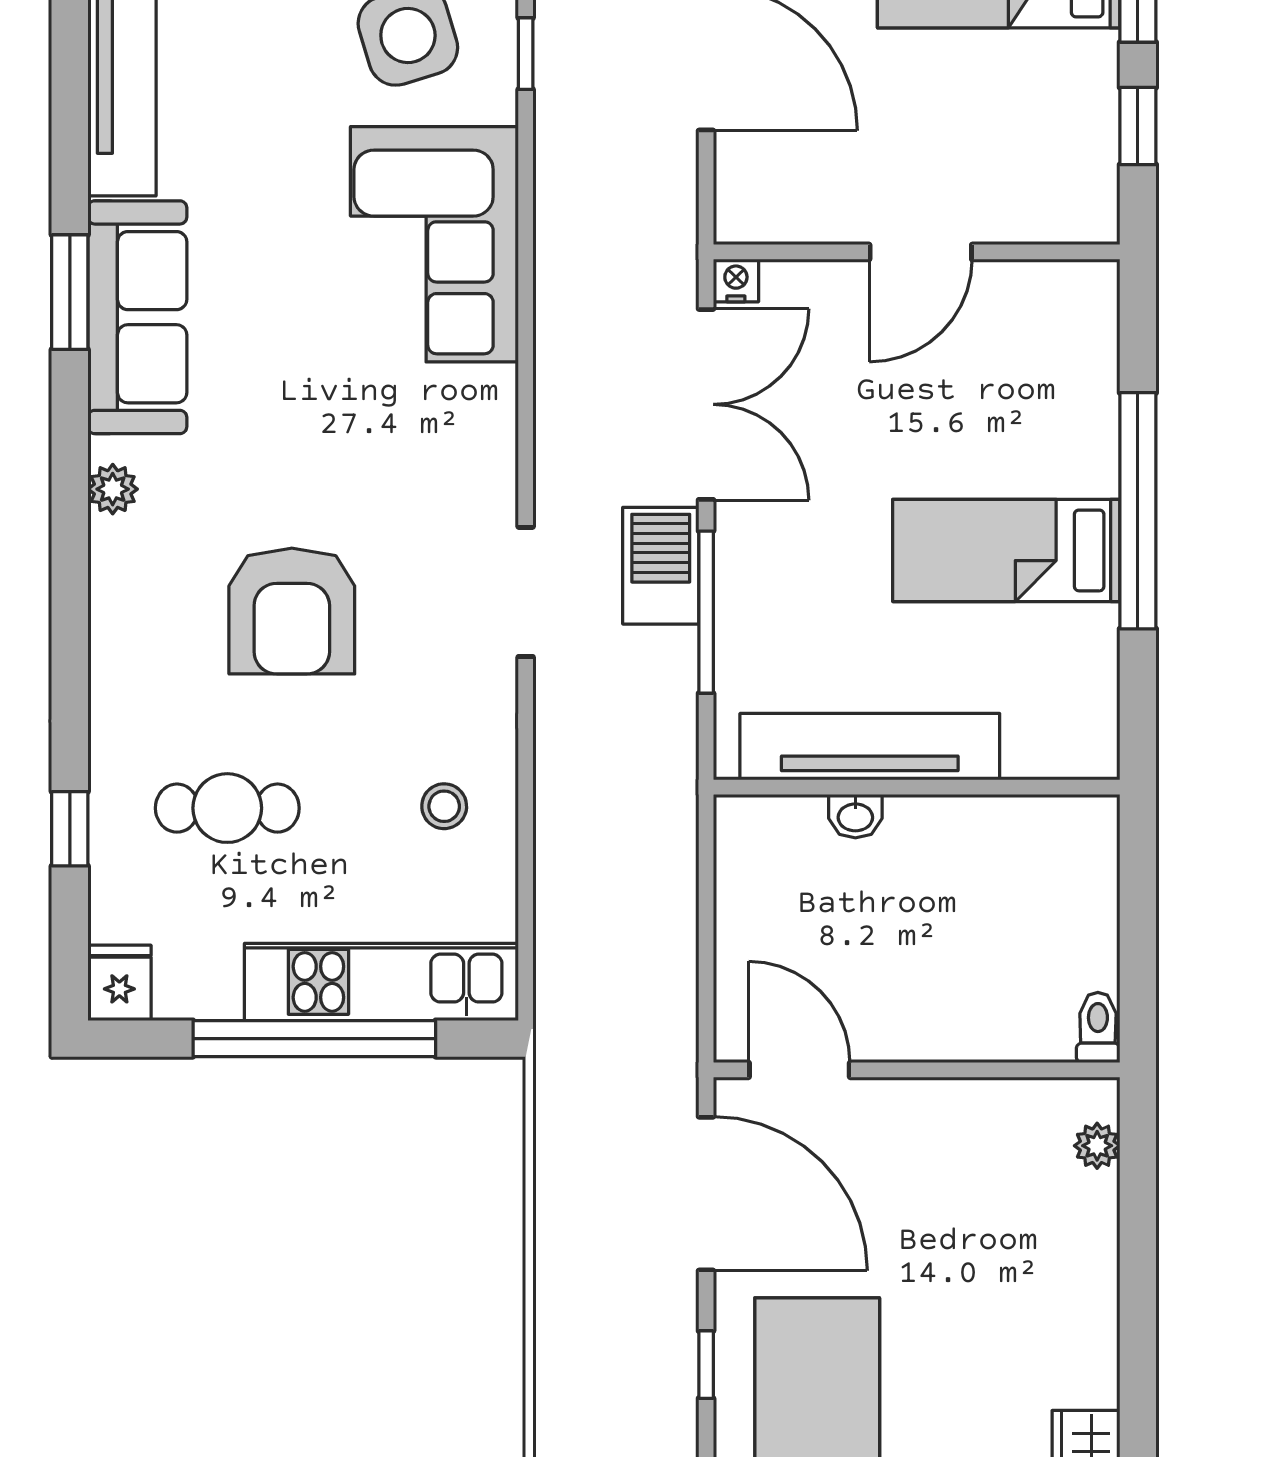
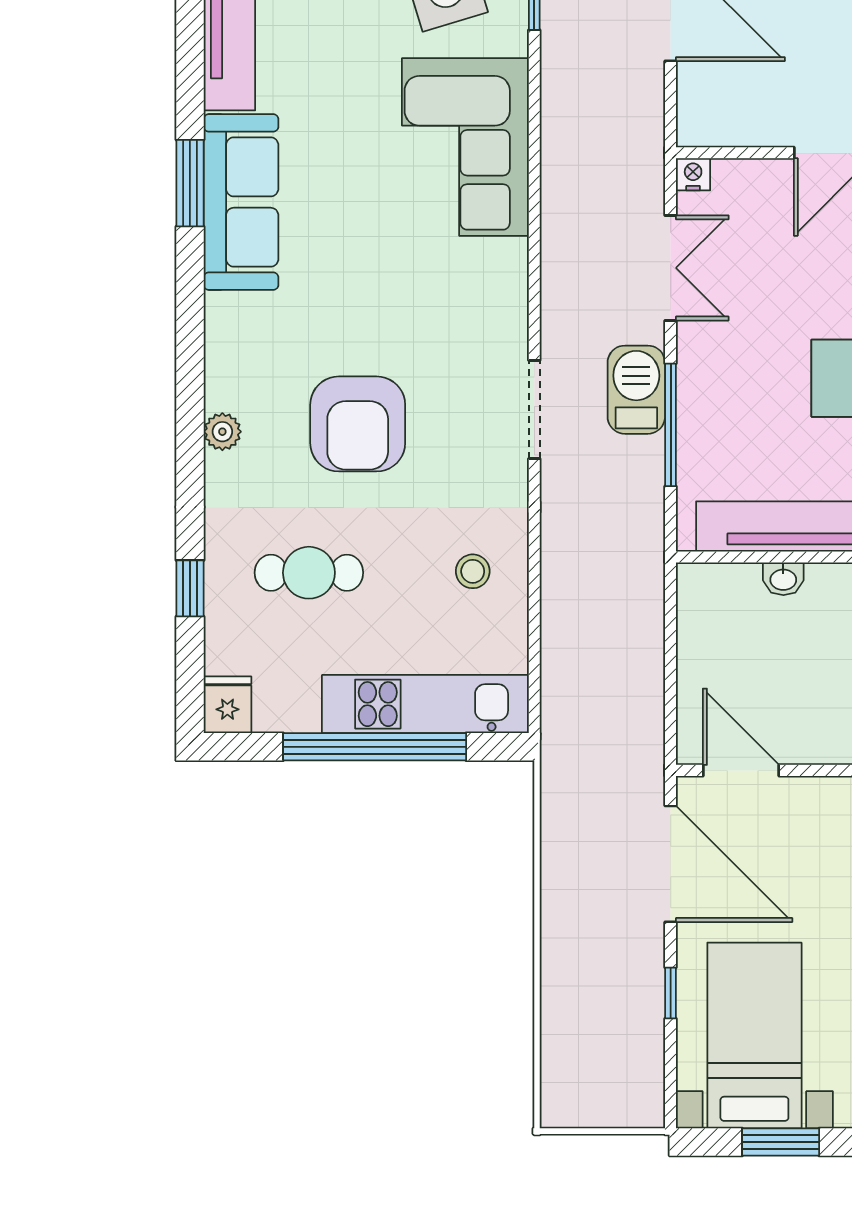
double door: (706, 404) -> (671, 268), width x0.73
plant: (113, 489) -> (222, 432), moved

